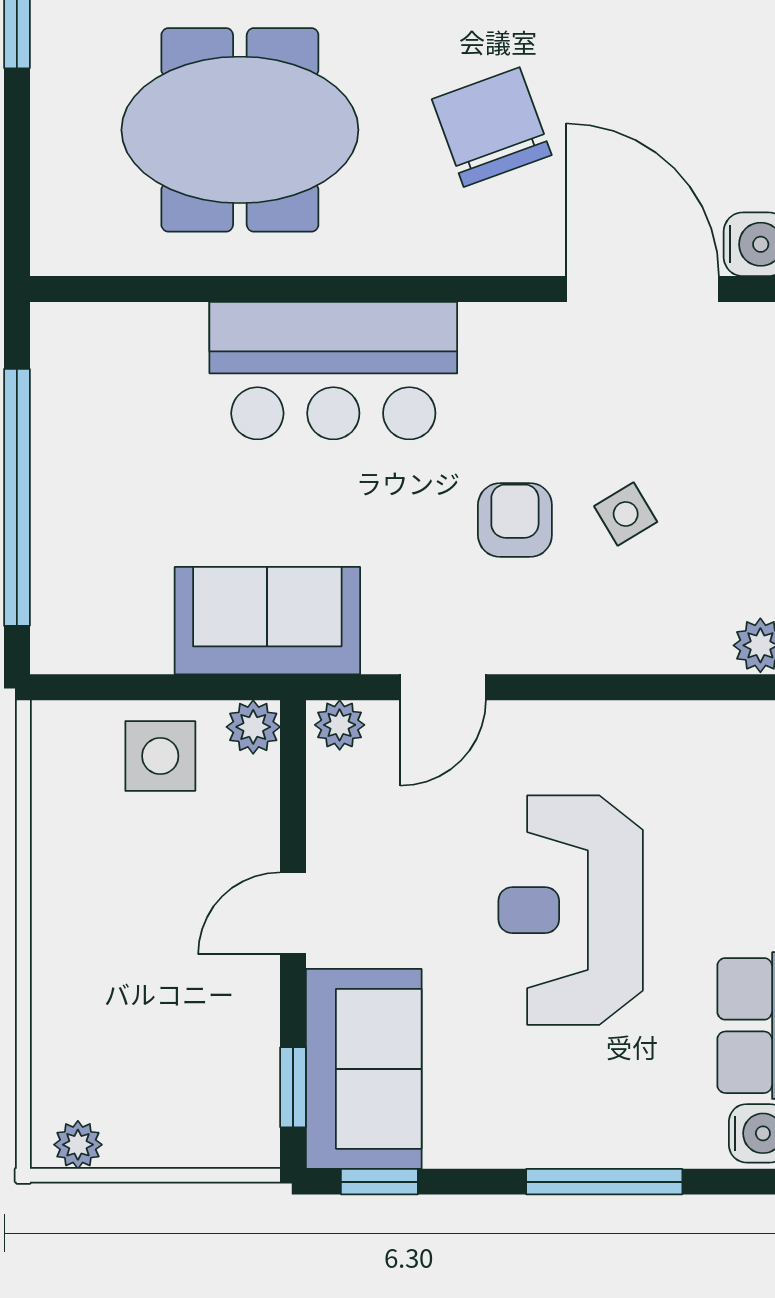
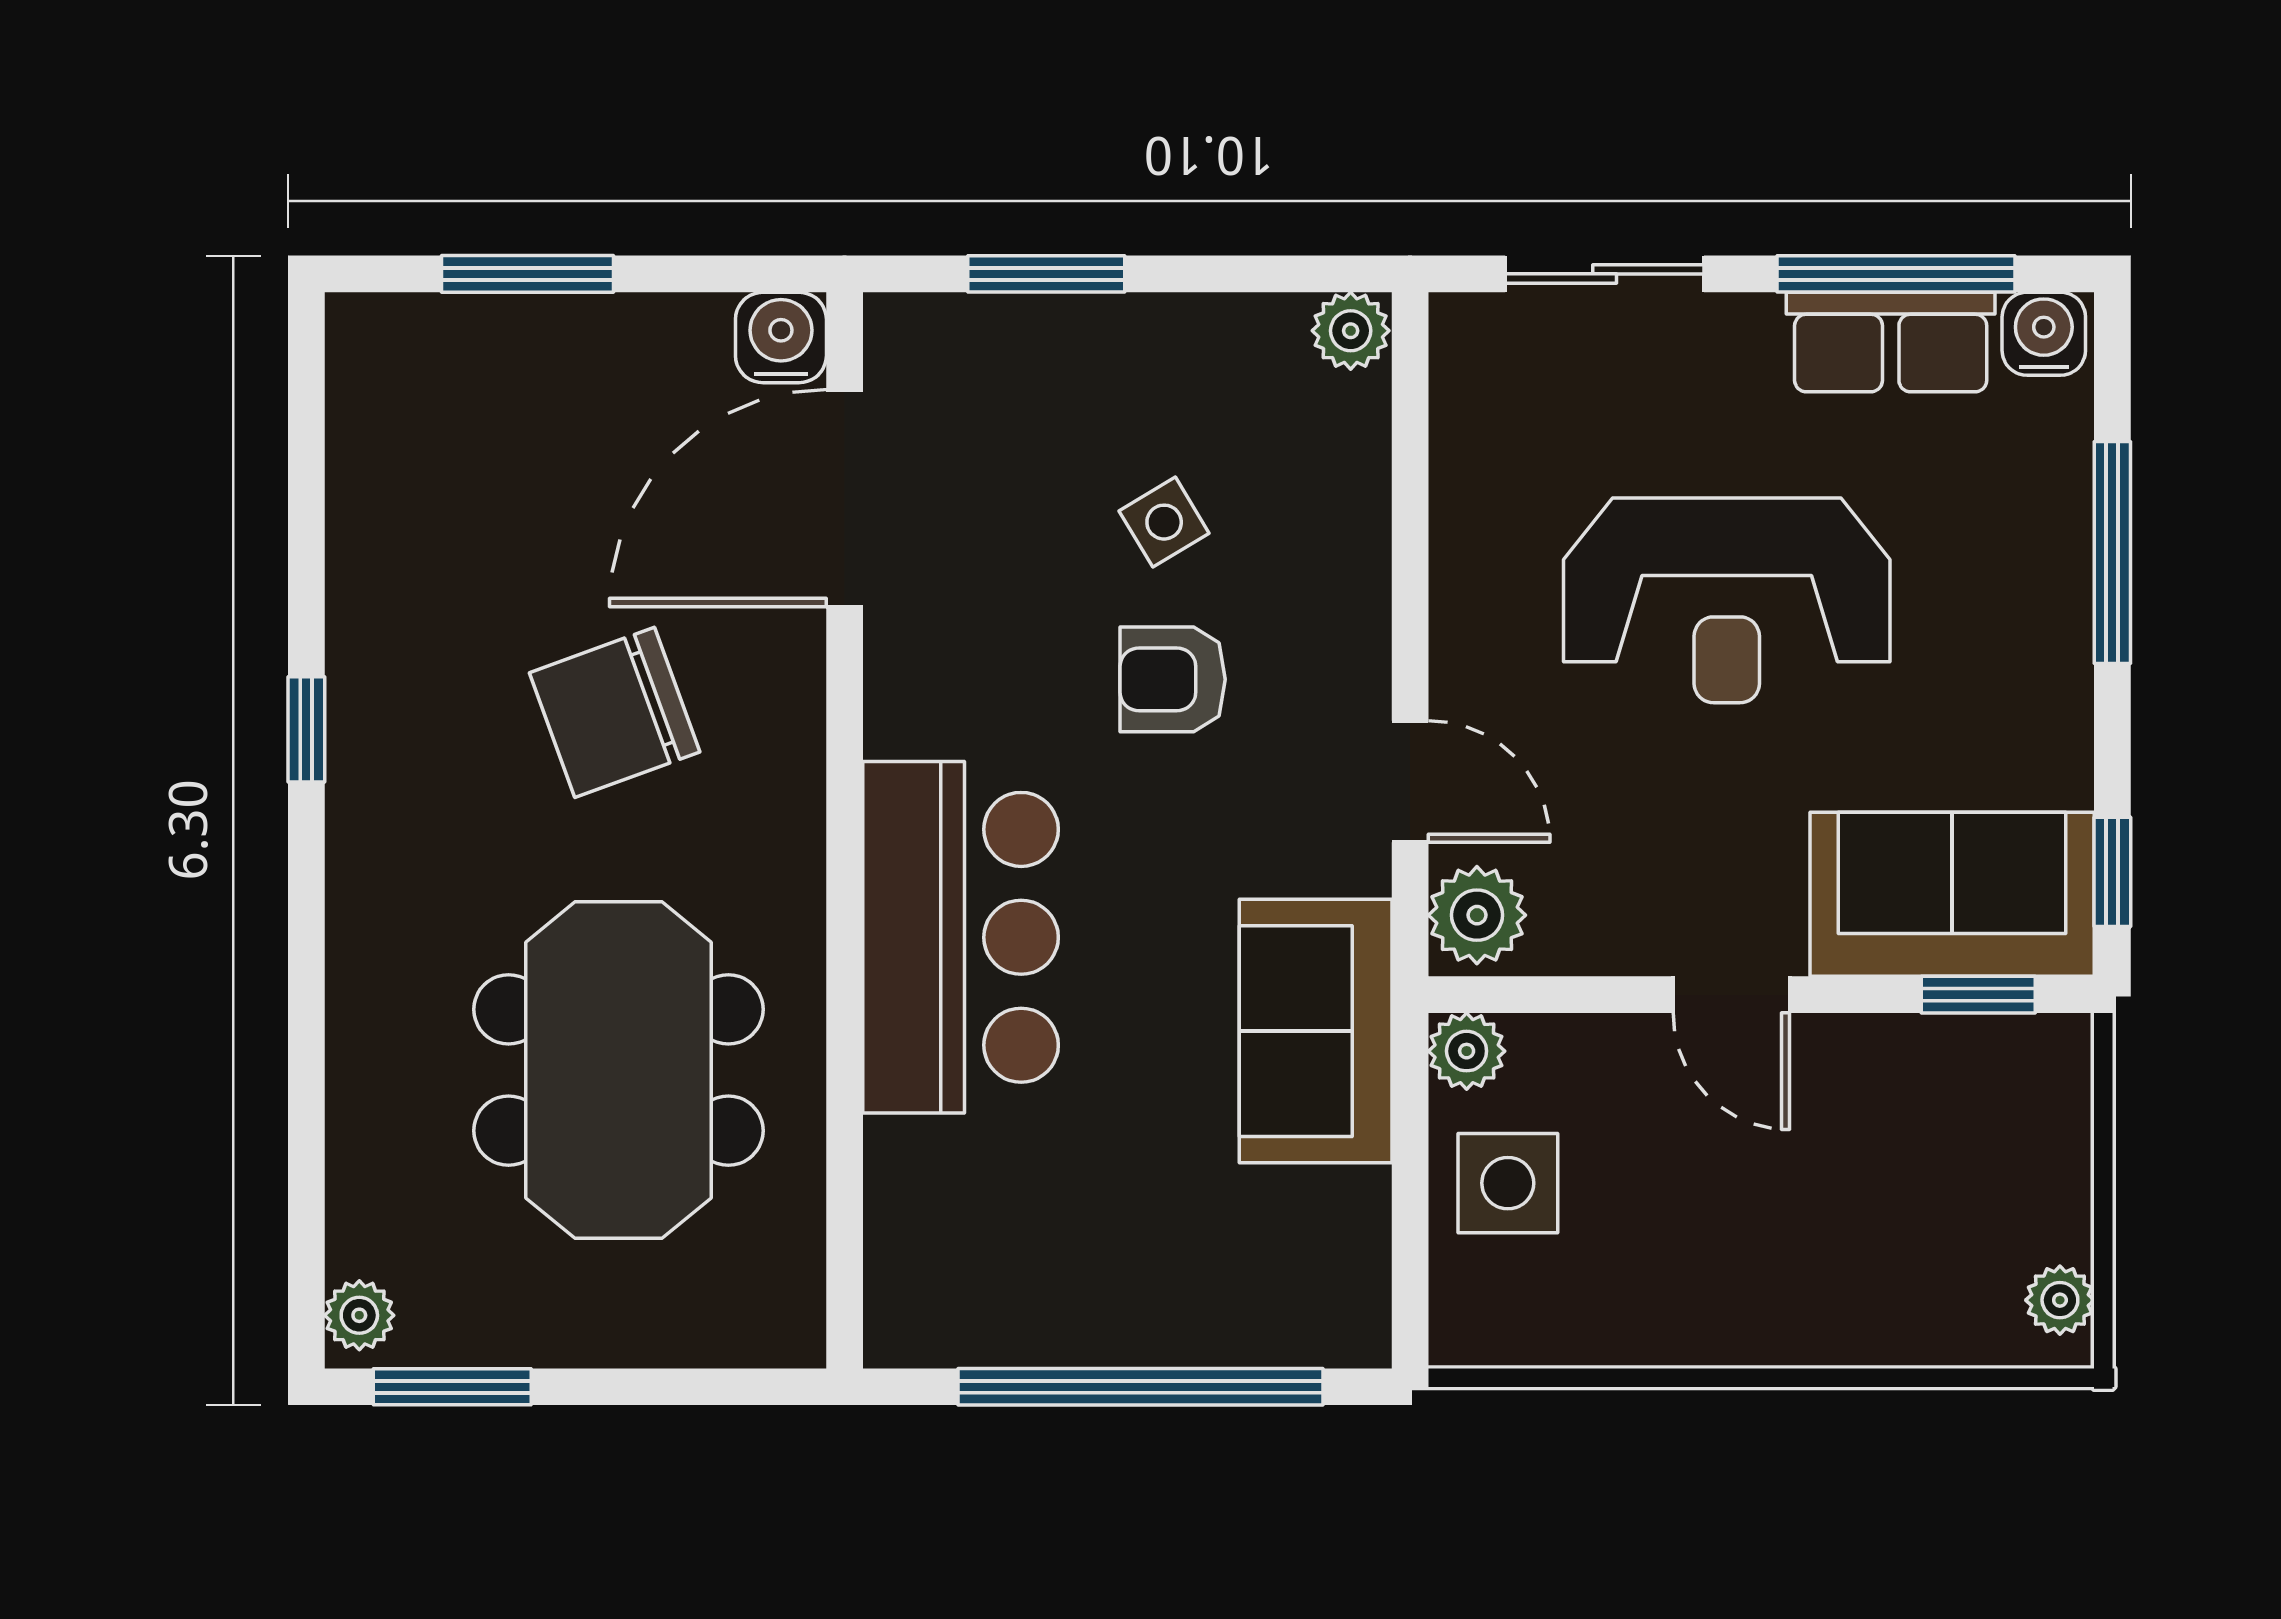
plant: (340, 725) -> (1477, 915), width x1.38, depth x1.38

